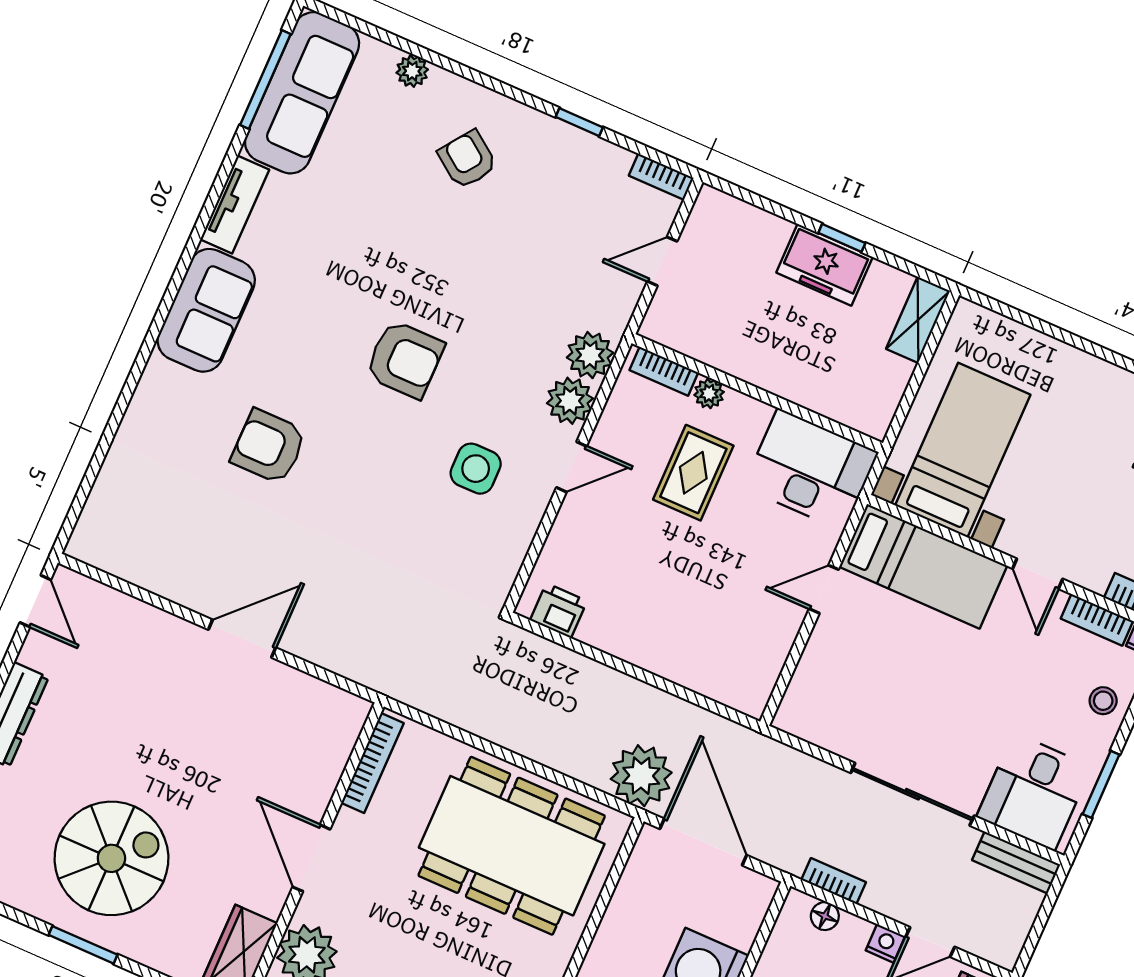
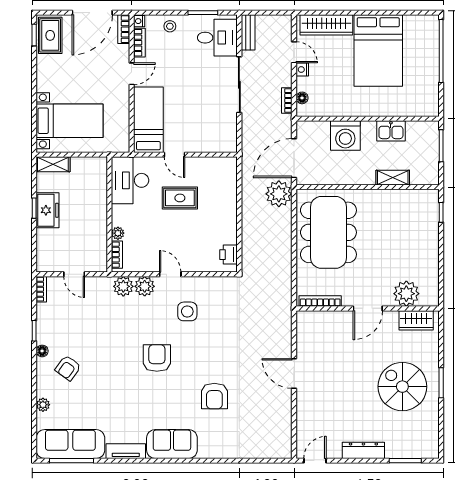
floor lamp: (528, 120) -> (42, 351), added
bed with nightstands: (963, 450) -> (70, 121), moved, turned 180
rug: (693, 473) -> (180, 198), moved

